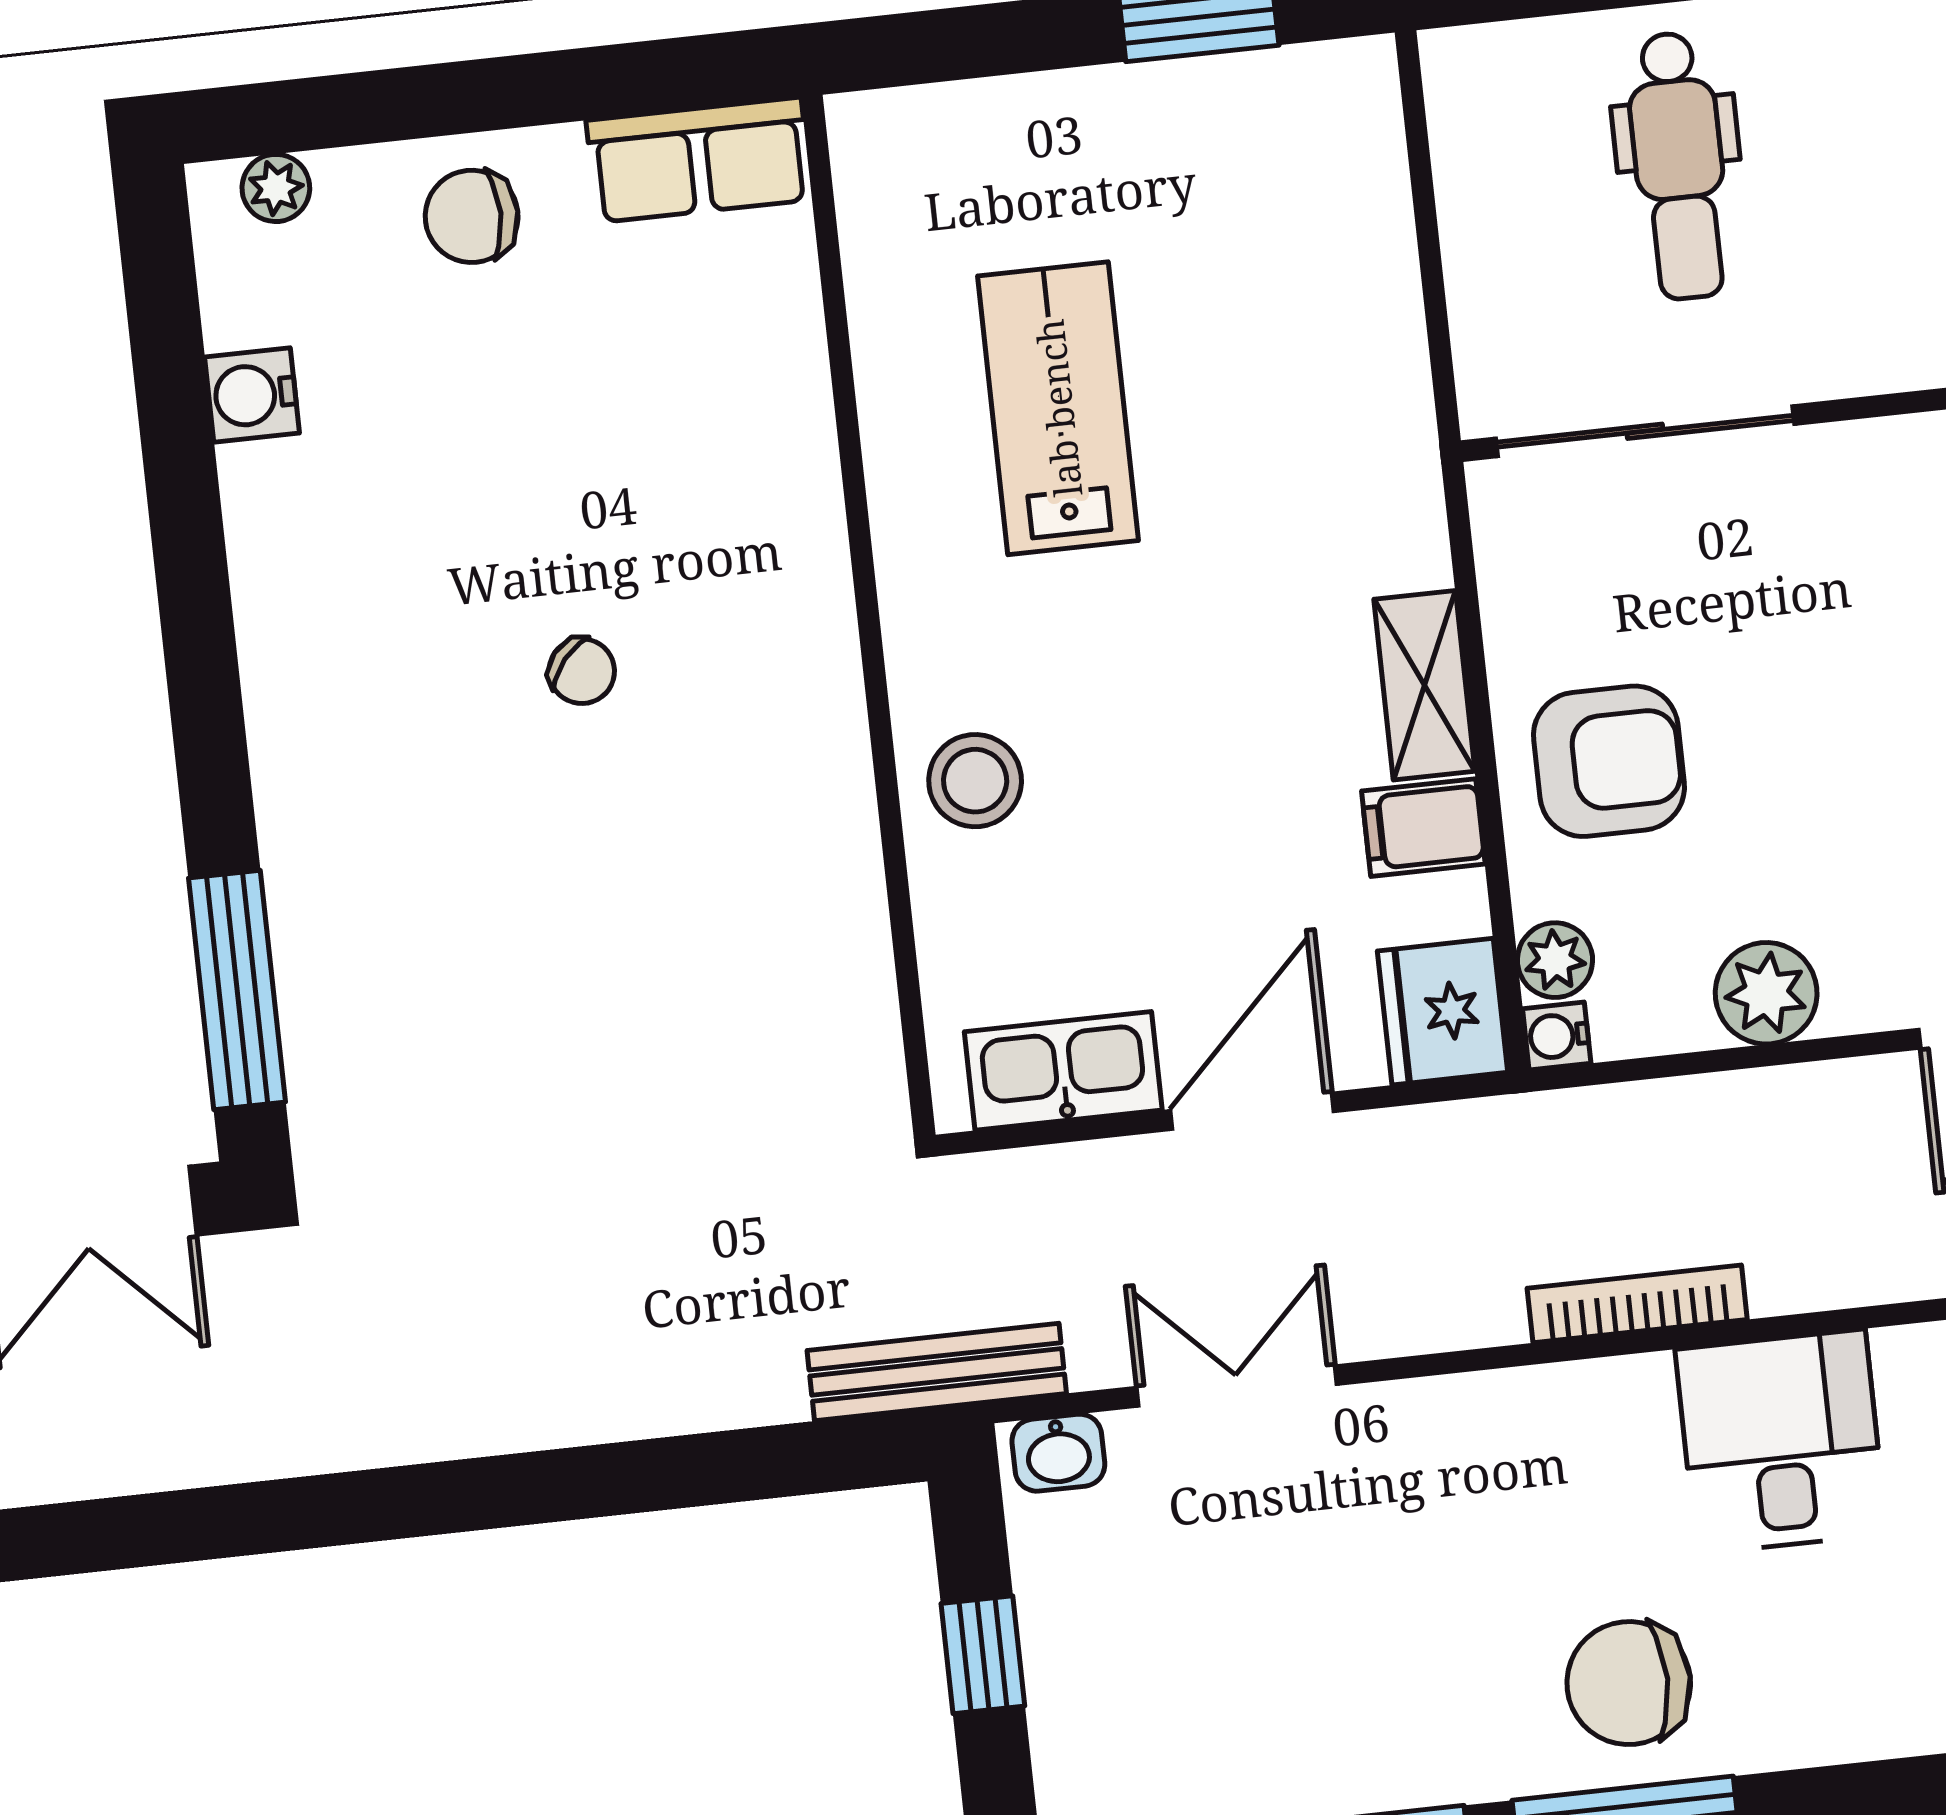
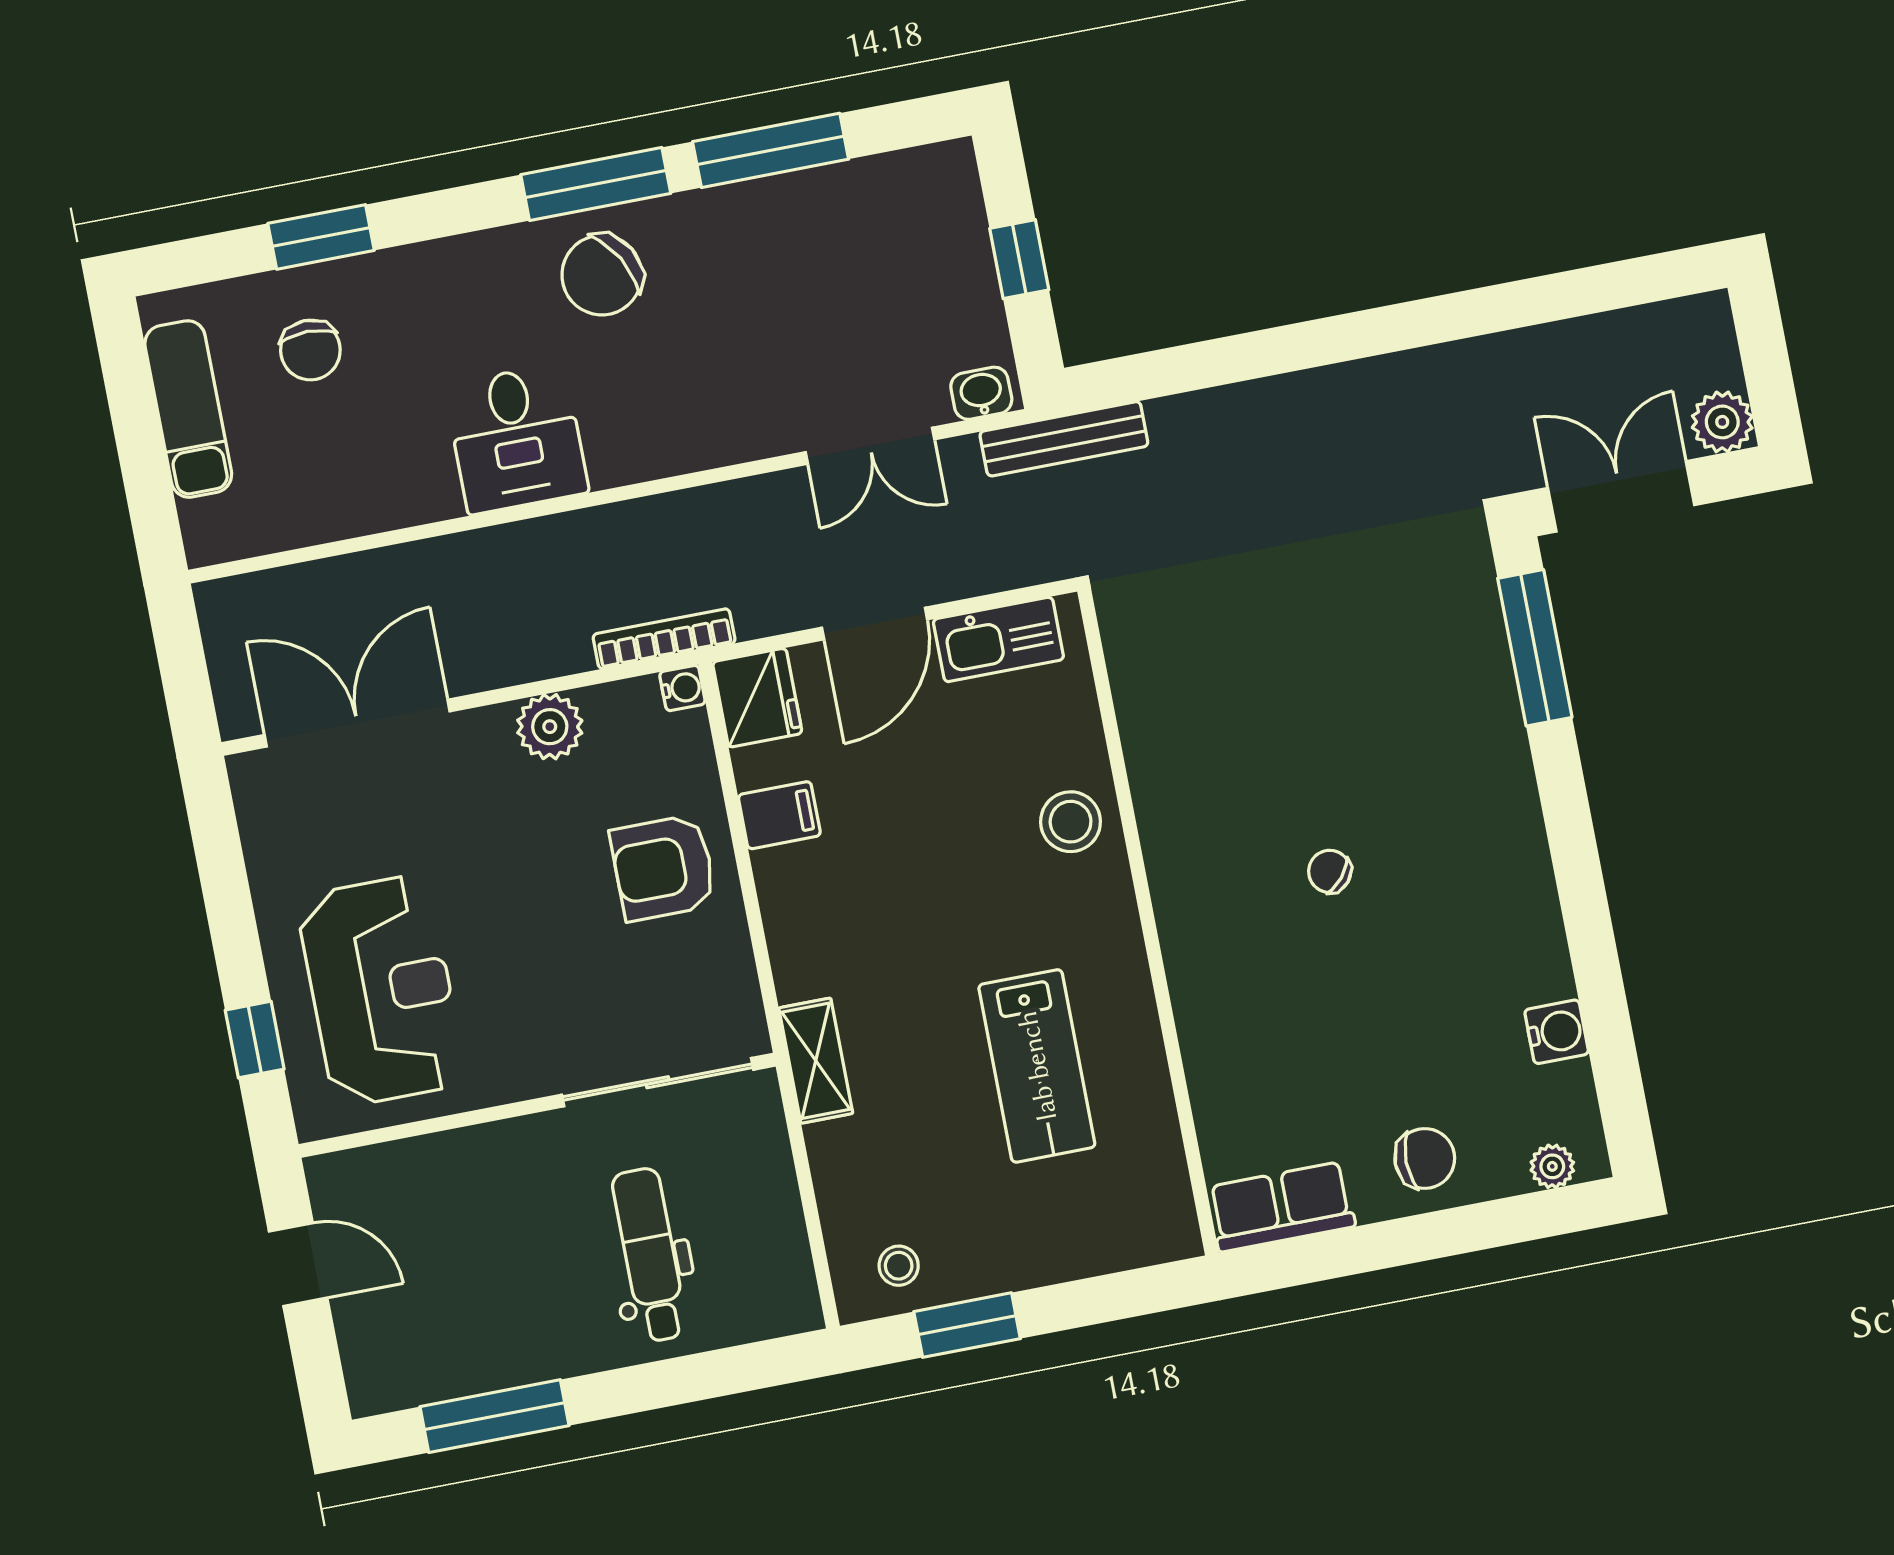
stool: (1296, 118) -> (899, 1266), added
shelving: (1424, 685) -> (816, 1061), moved
plant: (1555, 960) -> (688, 737), removed
bookcase: (1637, 1304) -> (664, 639), moved, turned 180
chair: (1629, 1683) -> (602, 275), turned 150

